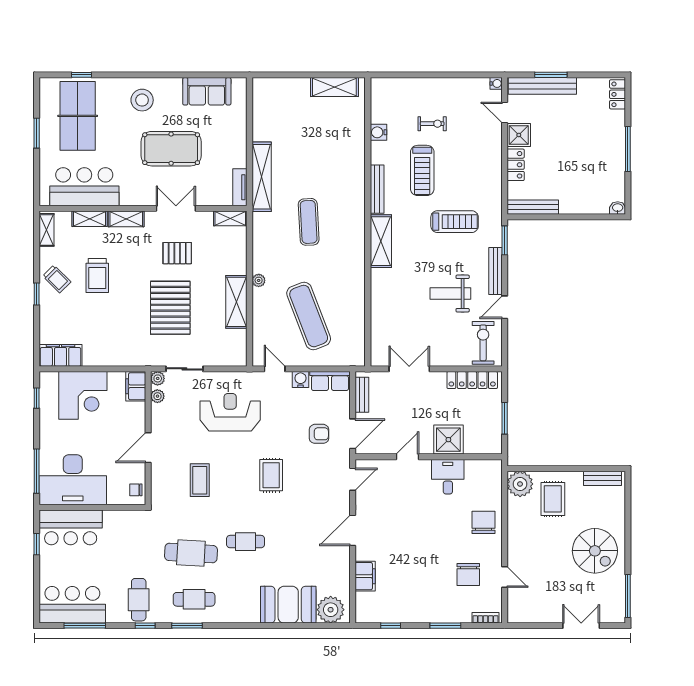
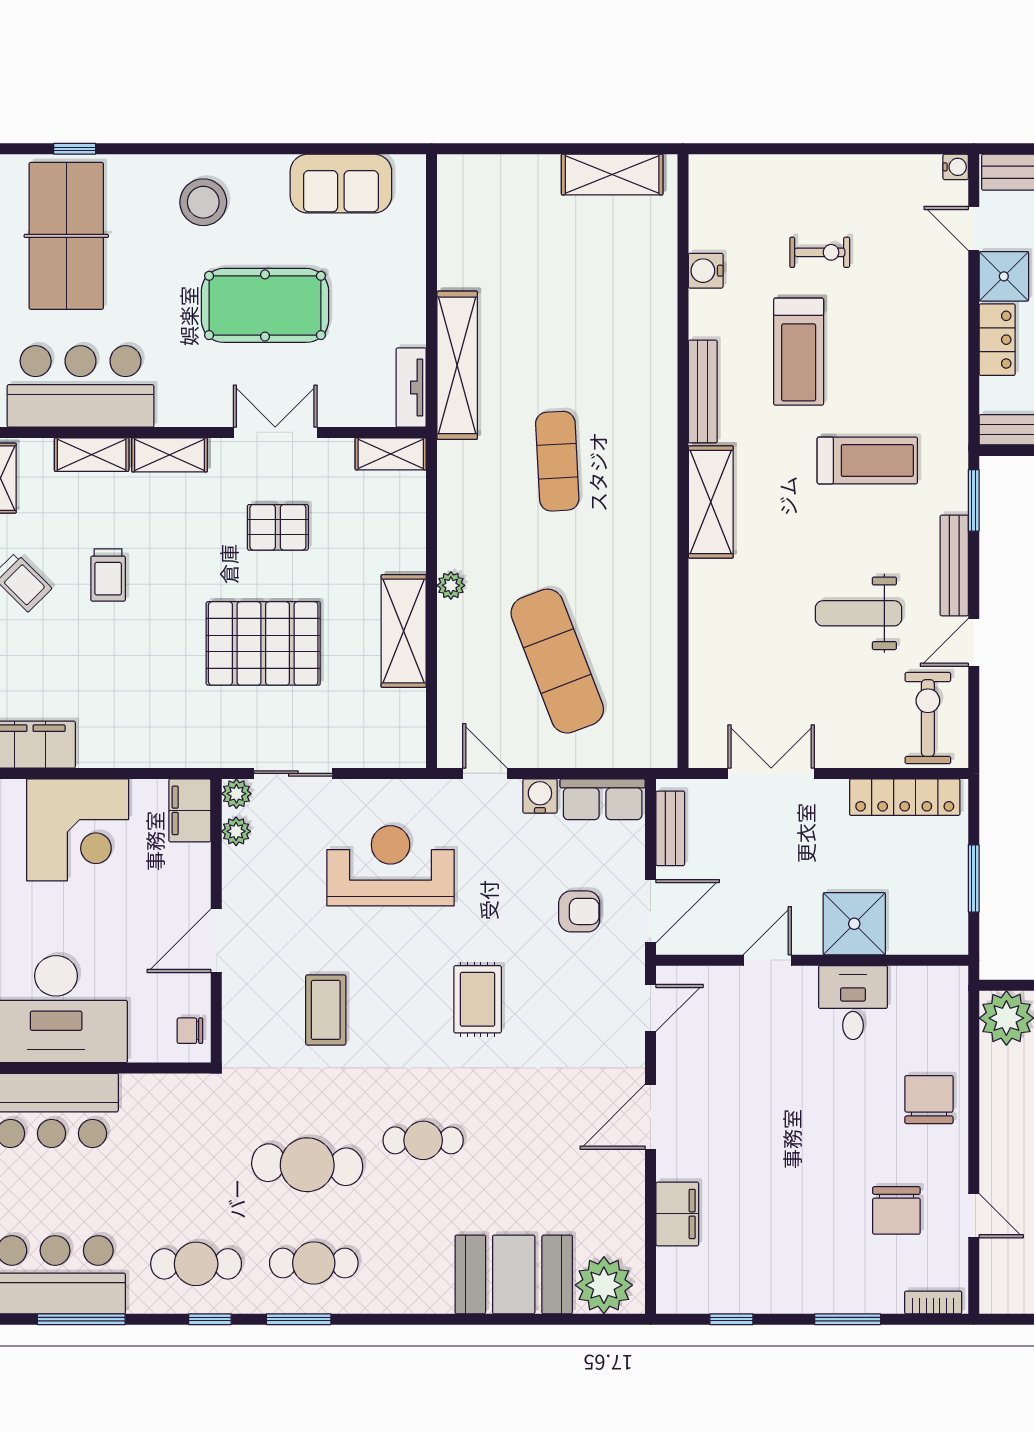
trolley: (97, 276) -> (108, 575), width x0.73, depth x0.72
pallet: (170, 308) -> (263, 643), turned 90
cafe table: (139, 600) -> (196, 1264), turned 90

